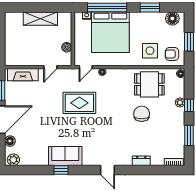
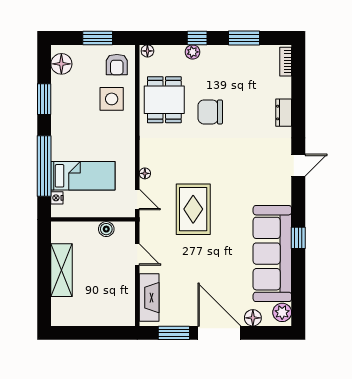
bed: (110, 32) -> (83, 176), width x0.49
sofa: (65, 156) -> (272, 254), width x1.85, depth x1.27

